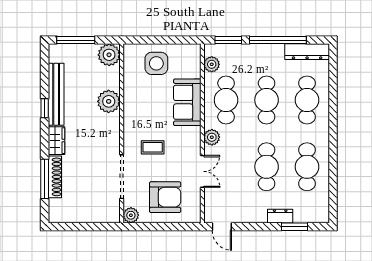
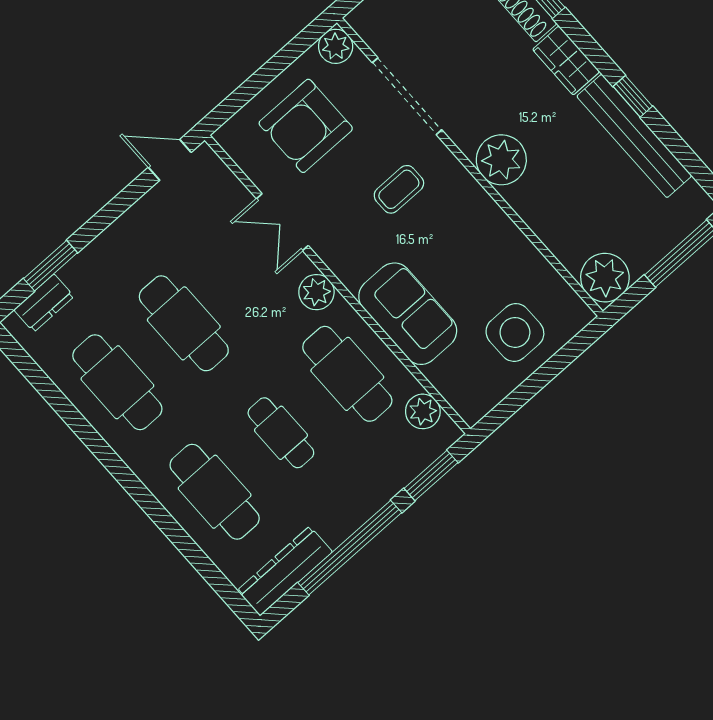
cafe table: (267, 100) -> (281, 433), width x0.73, depth x0.74
plant: (109, 101) -> (501, 160), moved
dresser: (280, 216) -> (44, 303), moved

